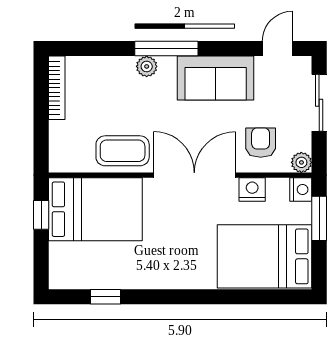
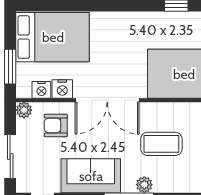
armchair: (261, 143) -> (56, 125), turned 90
coffee table: (123, 151) -> (161, 144), moved
nightstand: (301, 189) -> (41, 90), moved, turned -90

